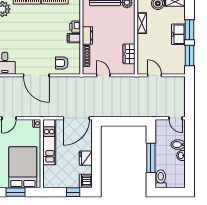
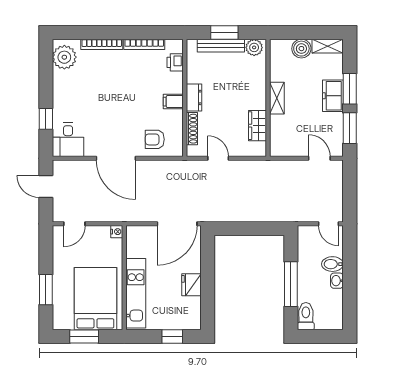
shelving: (142, 23) -> (277, 98), moved
printer: (75, 27) -> (175, 62), moved
door: (154, 75) -> (319, 158), moved
kitchen unit: (49, 142) -> (136, 293), moved
dishwasher: (86, 181) -> (191, 320), removed

